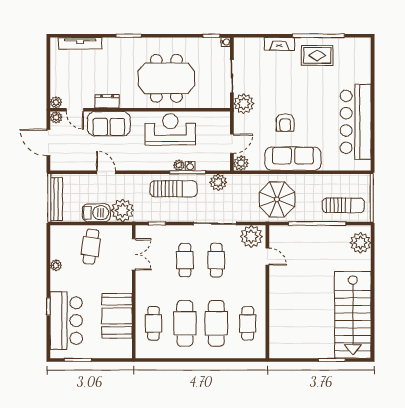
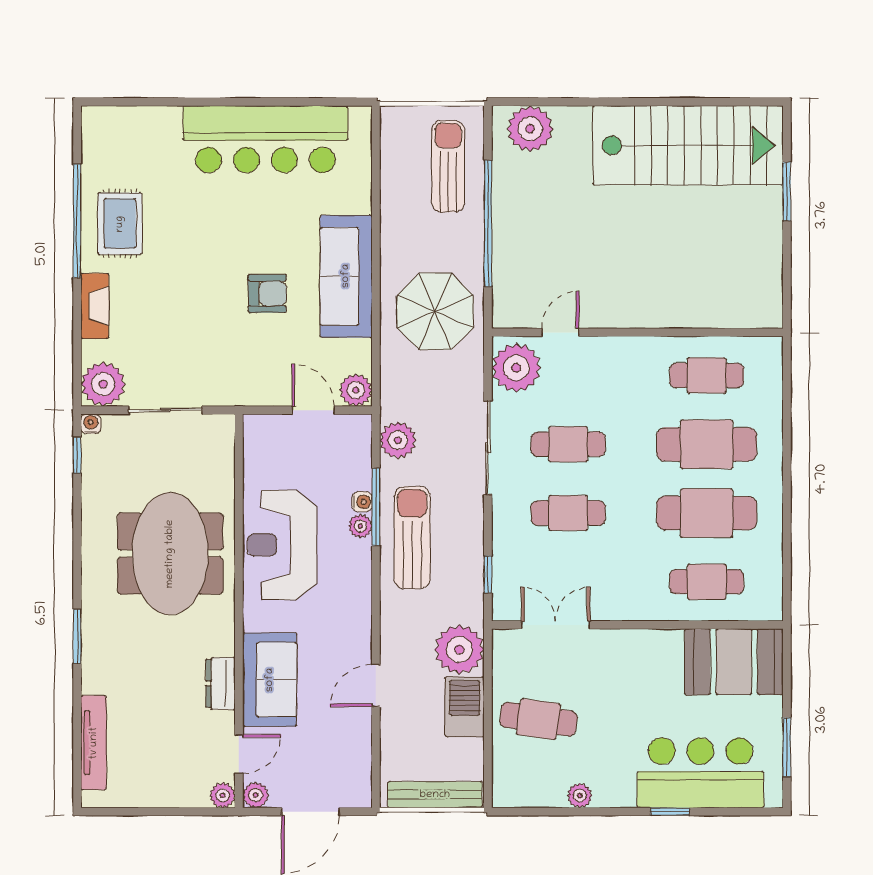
plant: (244, 104) -> (103, 384), moved
booth: (117, 316) -> (734, 662), moved

